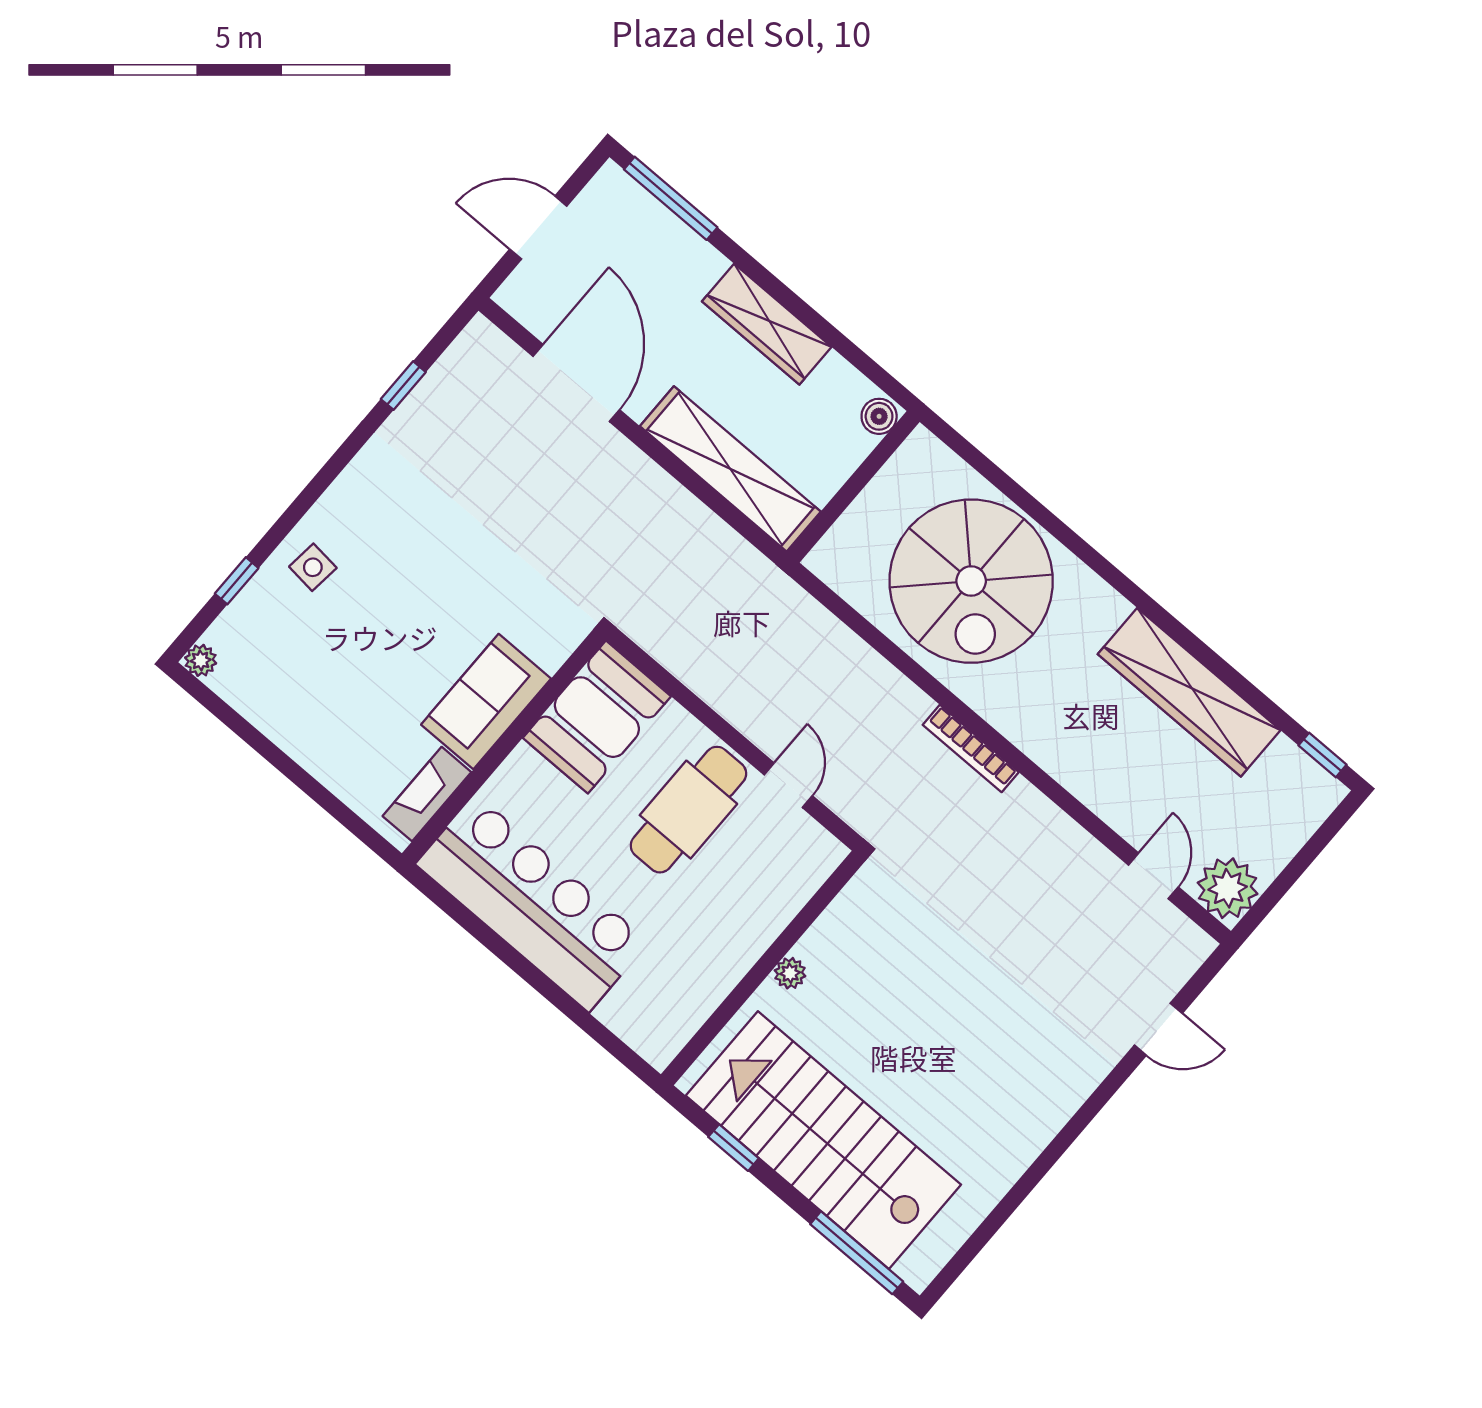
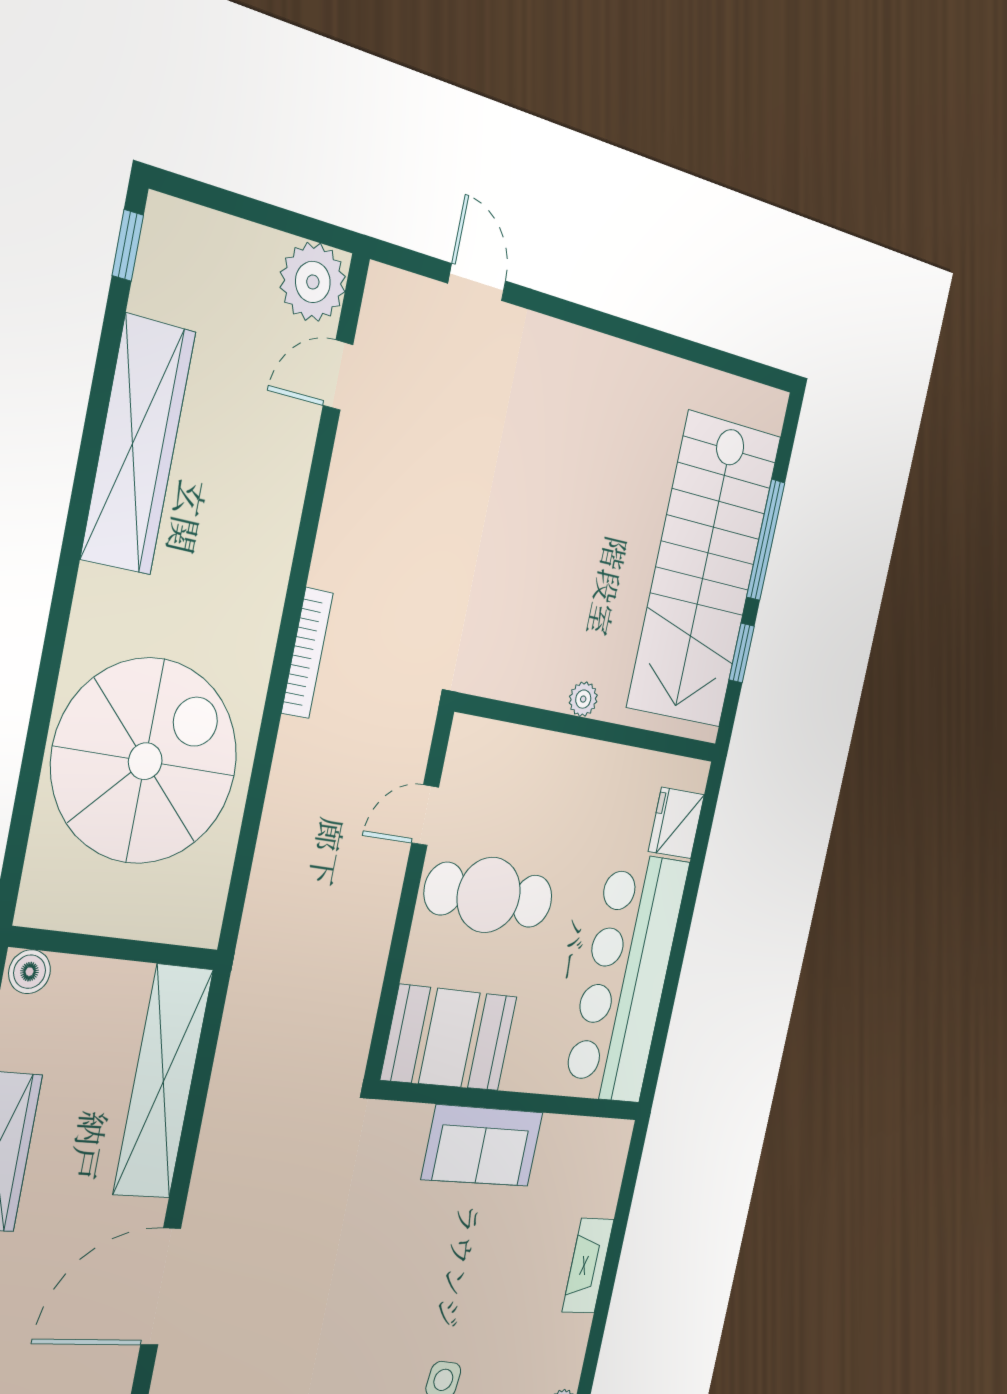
fireplace: (427, 794) -> (588, 1266), moved, turned 90
fridge: (631, 1015) -> (676, 823), added
window: (857, 1253) -> (766, 540), moved

